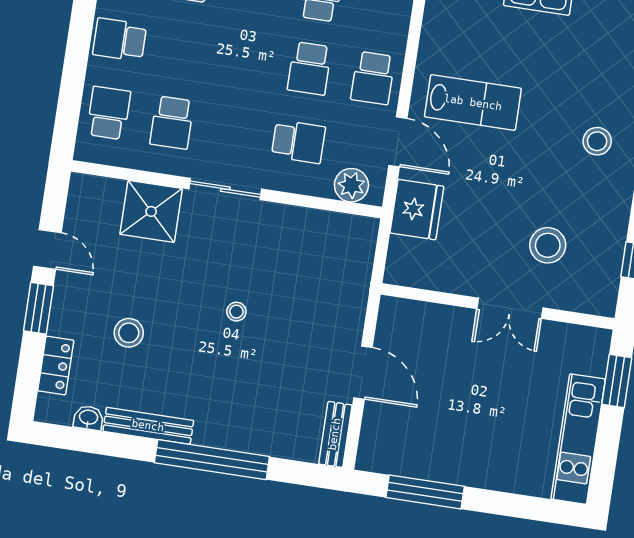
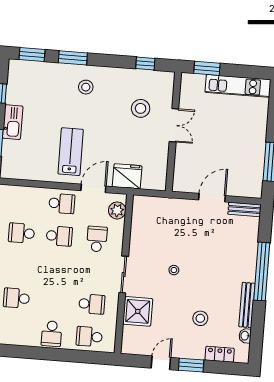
stool: (236, 312) -> (174, 270), moved

